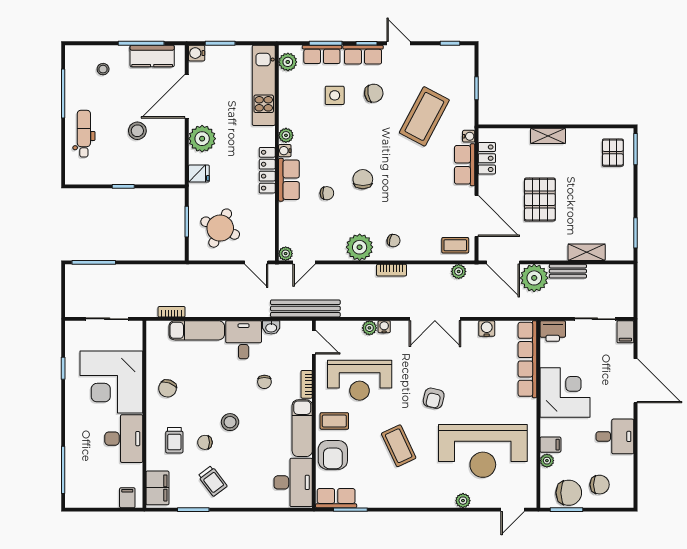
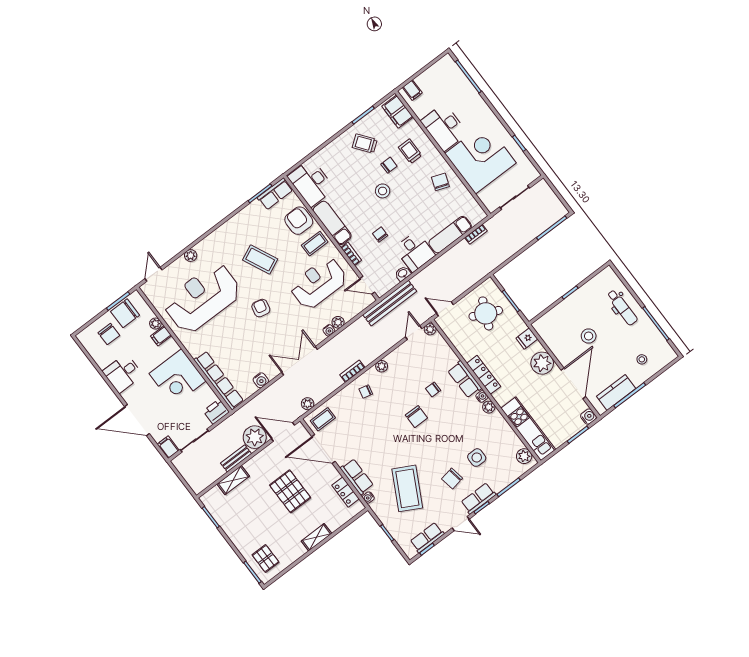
row of seats: (322, 54) -> (427, 538), moved
plant: (360, 247) -> (382, 366), width x0.53, depth x0.53
chair: (600, 485) -> (109, 334), turned -90

